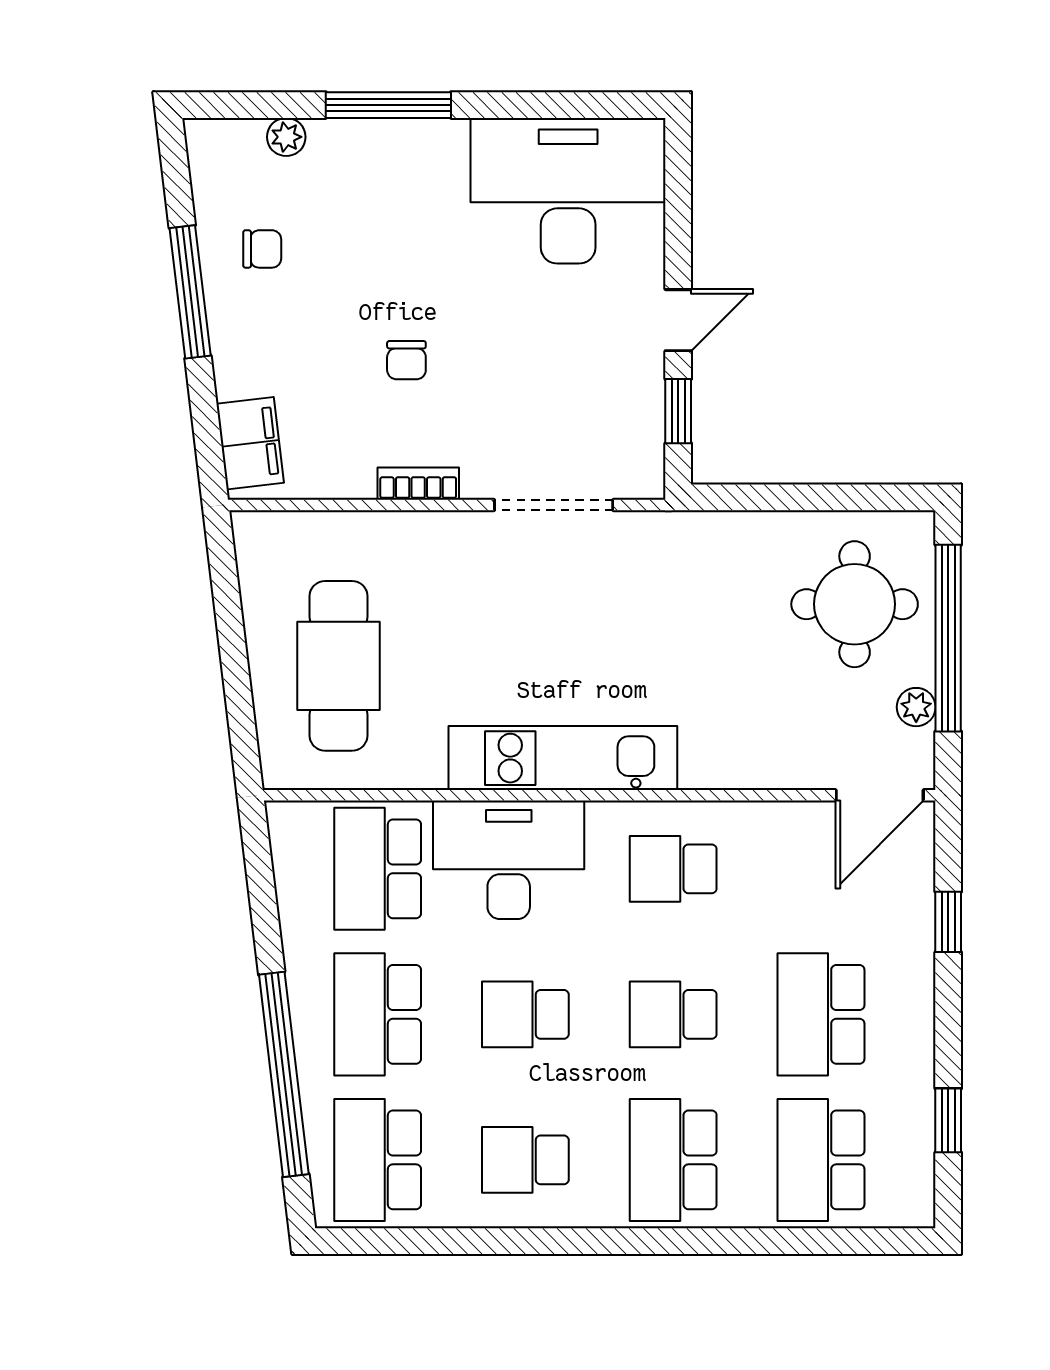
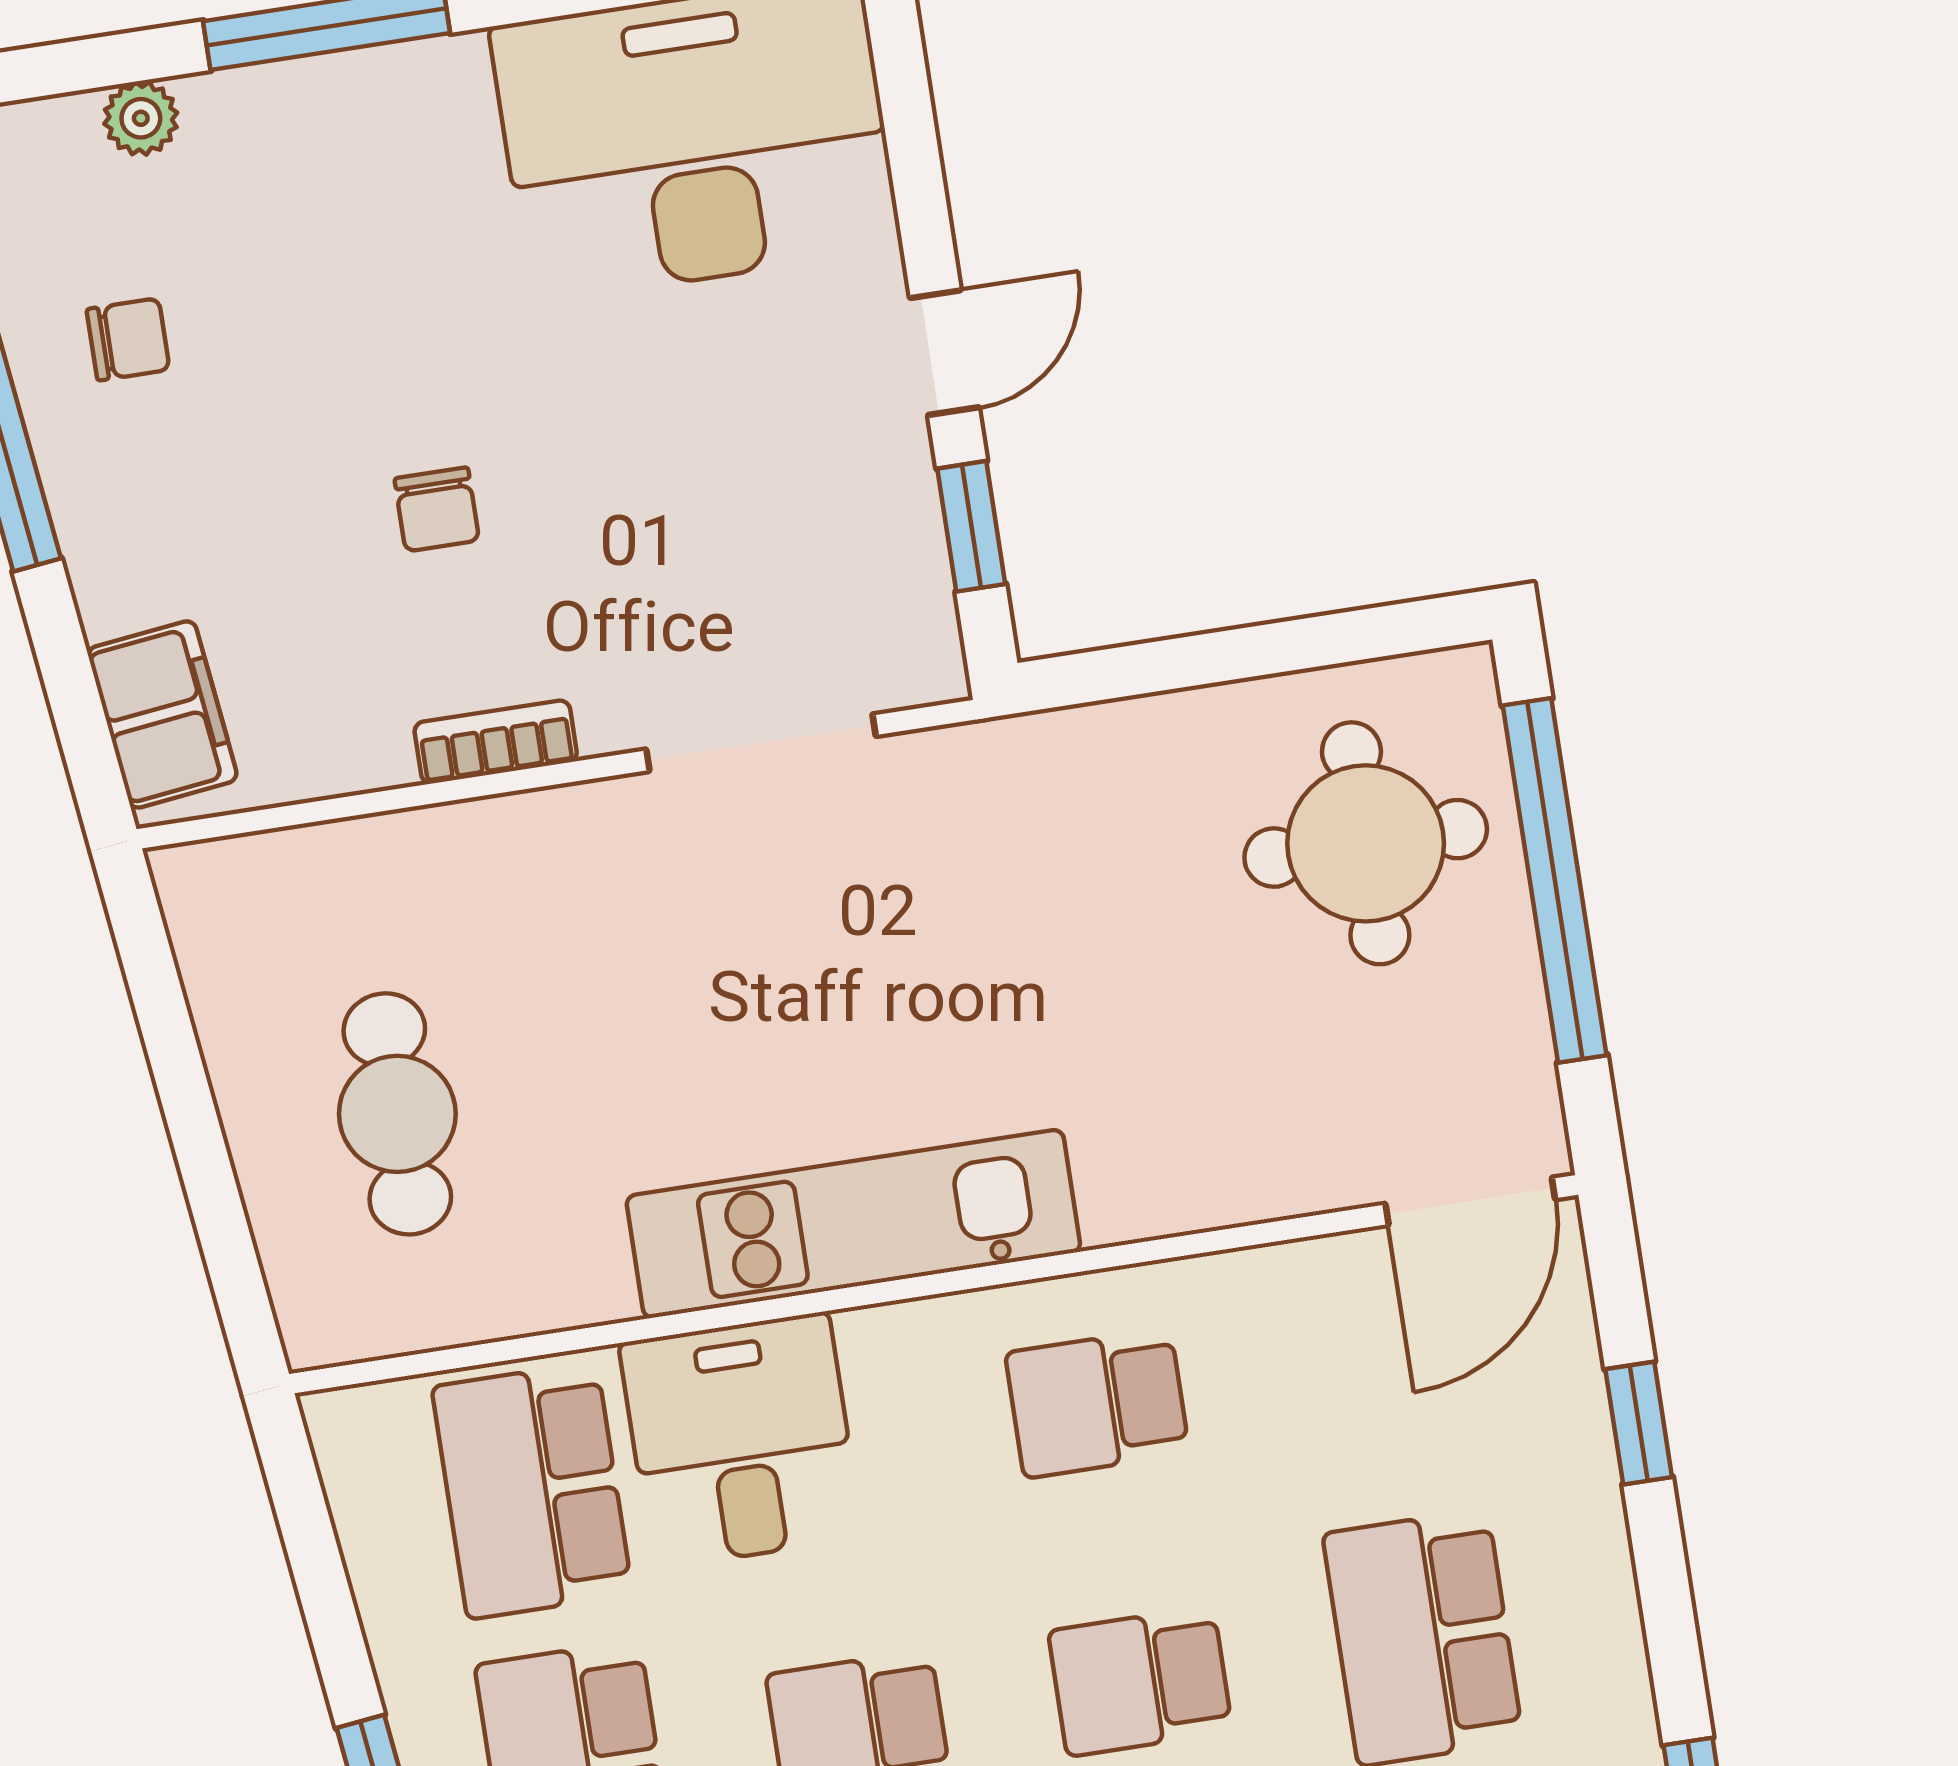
cafe table: (339, 666) -> (397, 1114), width x0.73, depth x0.74
plant: (916, 707) -> (1514, 1022), removed
desk: (509, 860) -> (741, 1440), width x0.73

